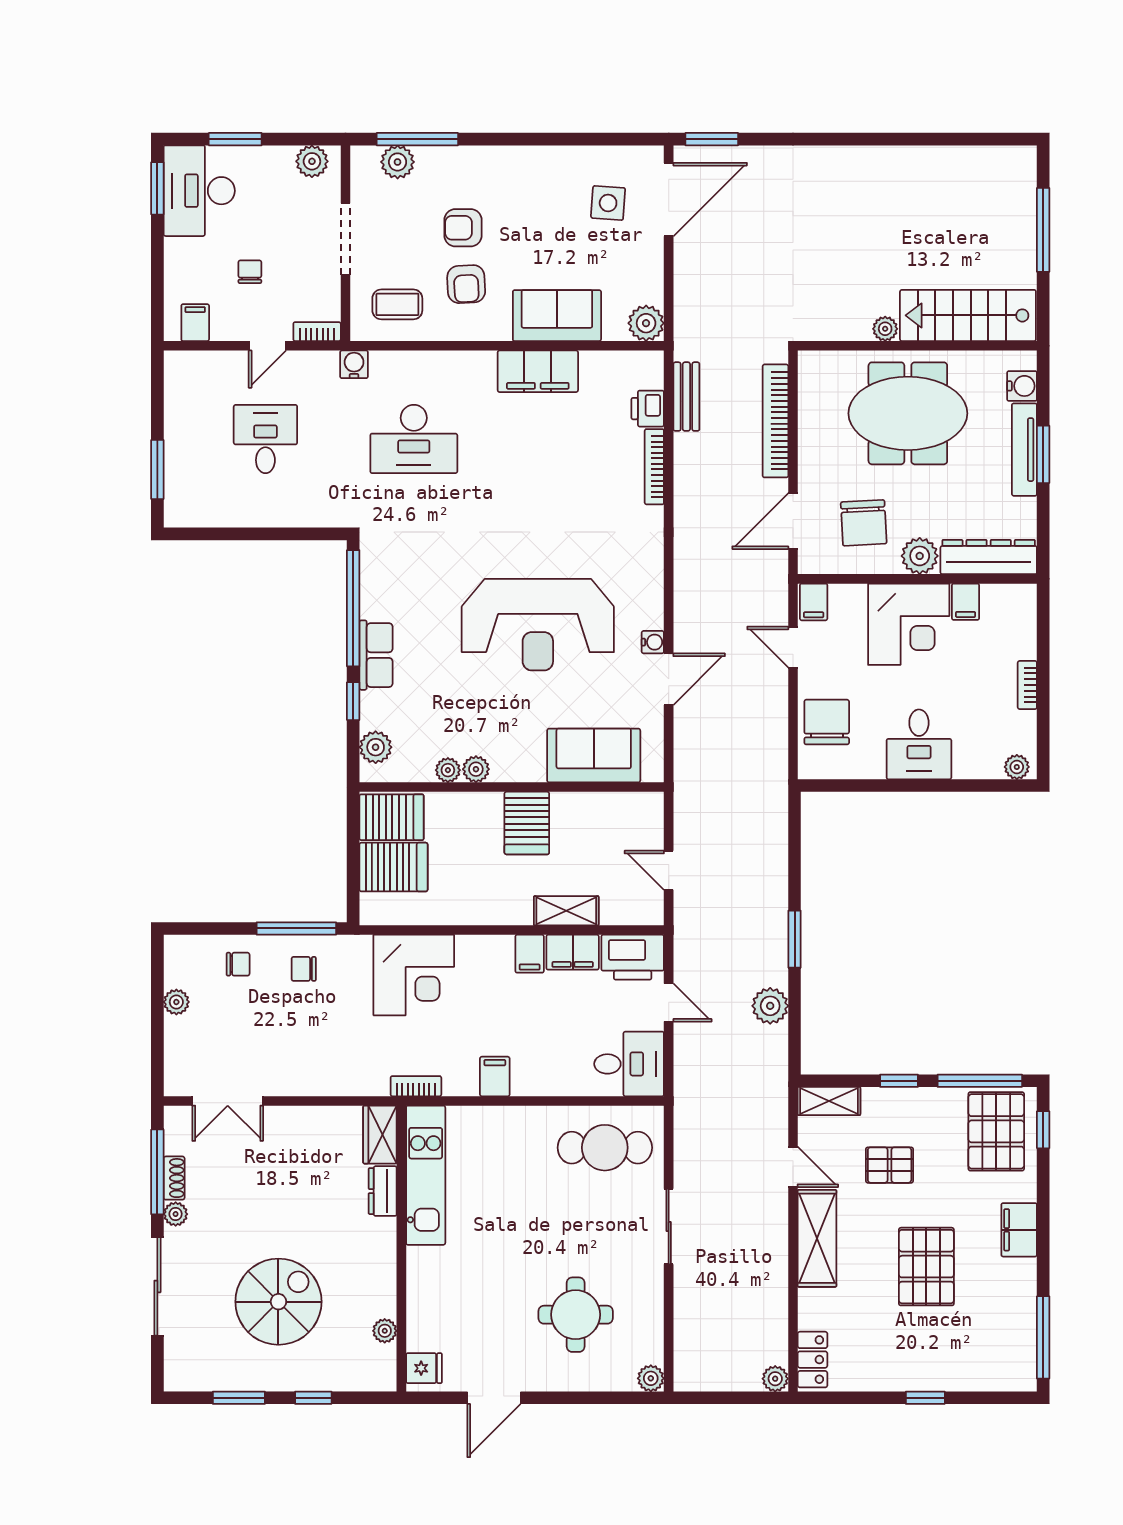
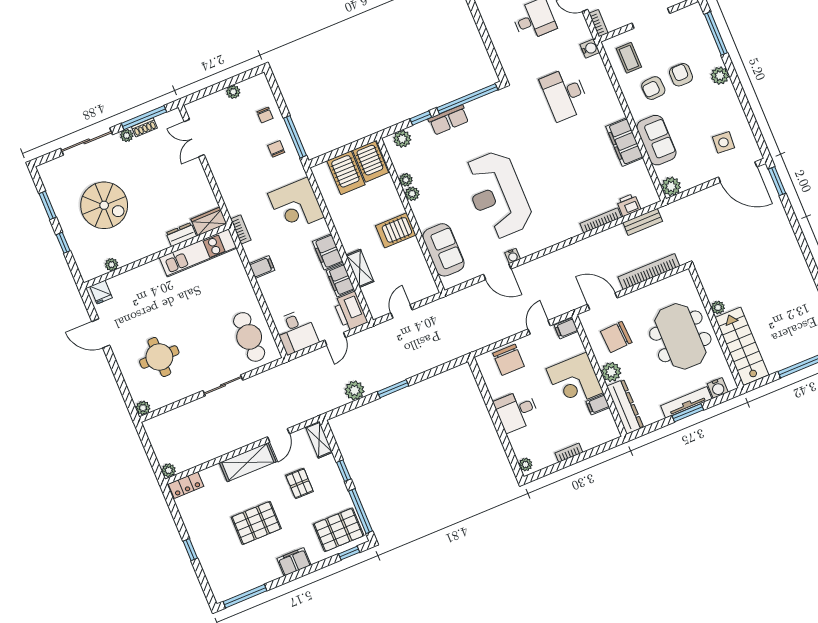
plant: (398, 162) -> (720, 76), moved
chair: (827, 722) -> (509, 360), turned 90
filing cabinet: (530, 954) -> (328, 252), width x2.00

